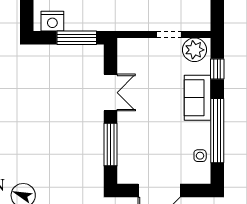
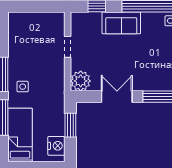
window: (77, 38) -> (70, 125), width x0.69
plant: (195, 50) -> (81, 81), moved

